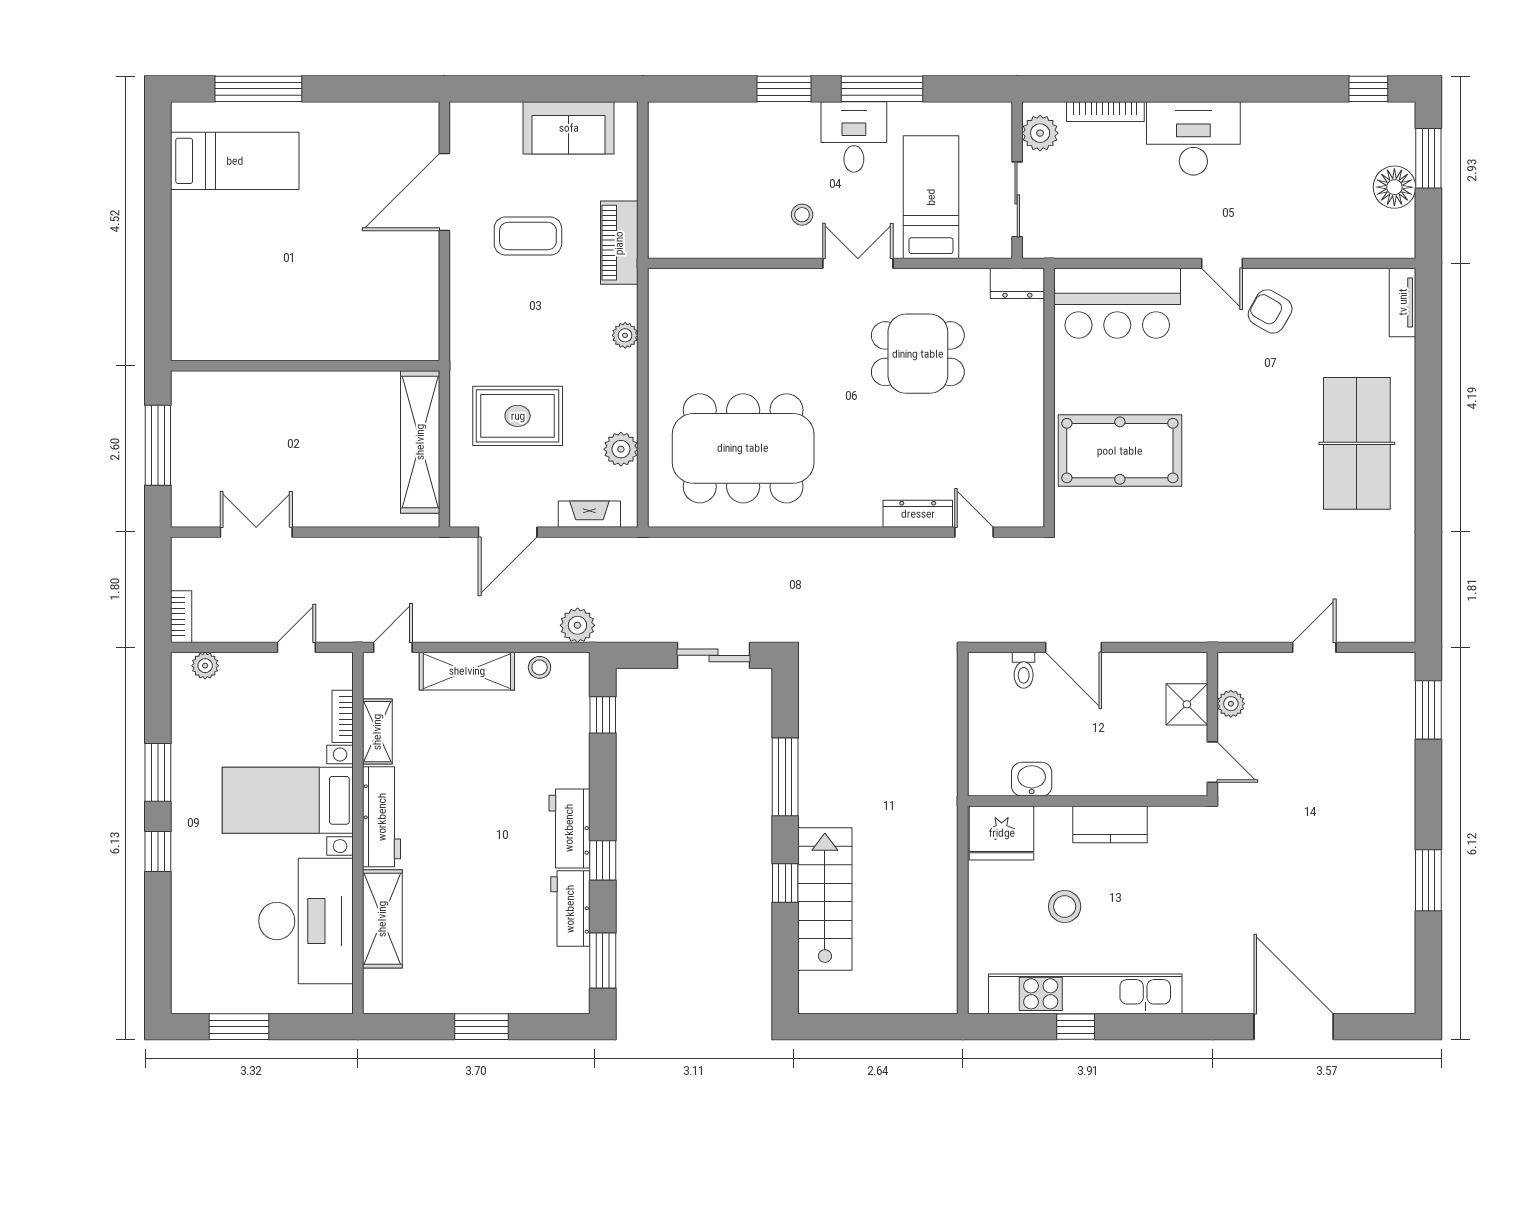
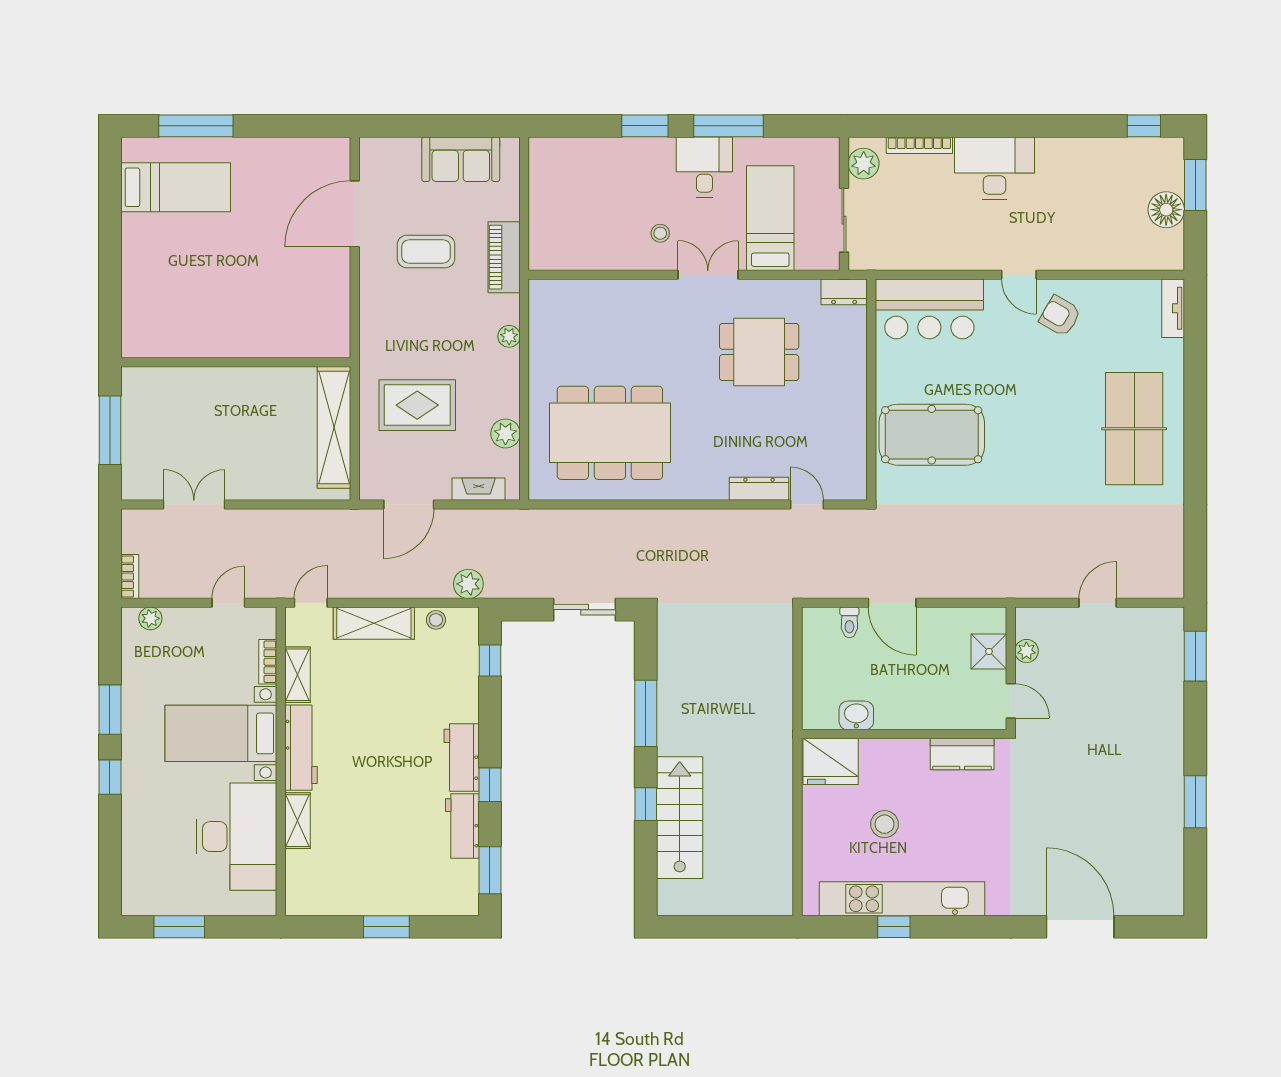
kitchen counter: (1110, 824) -> (962, 754), moved
shelving: (382, 919) -> (298, 821), width x0.67, depth x0.75

